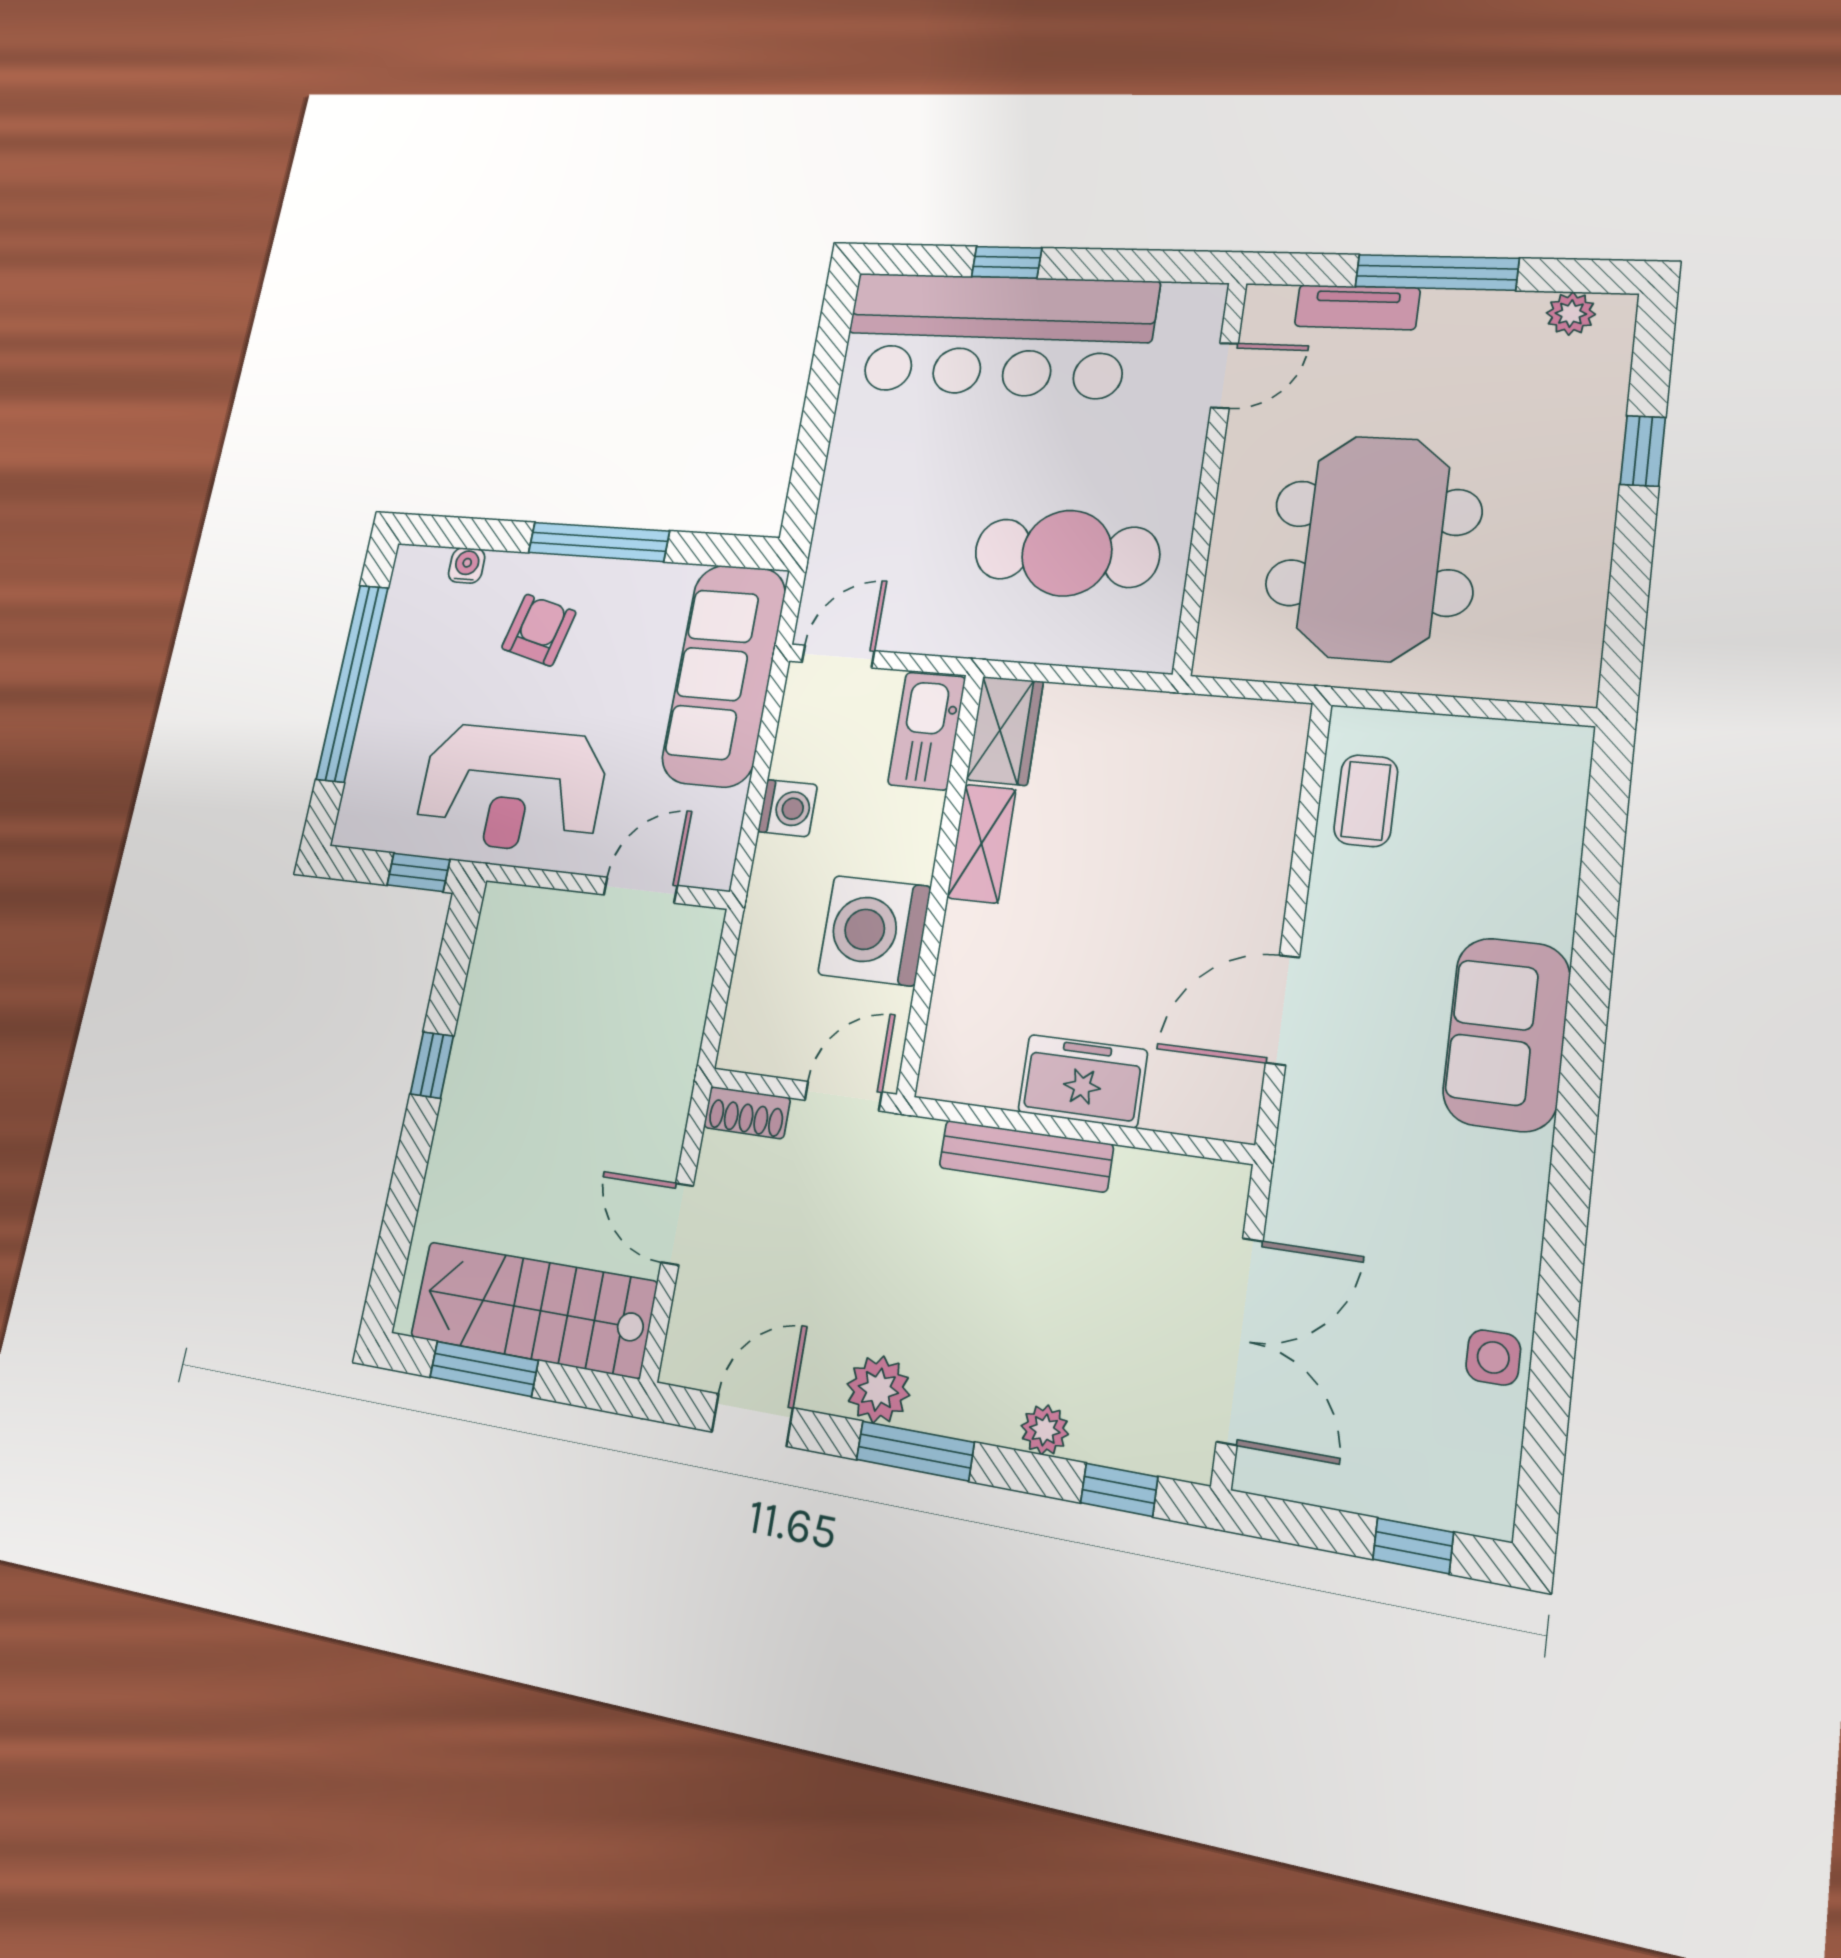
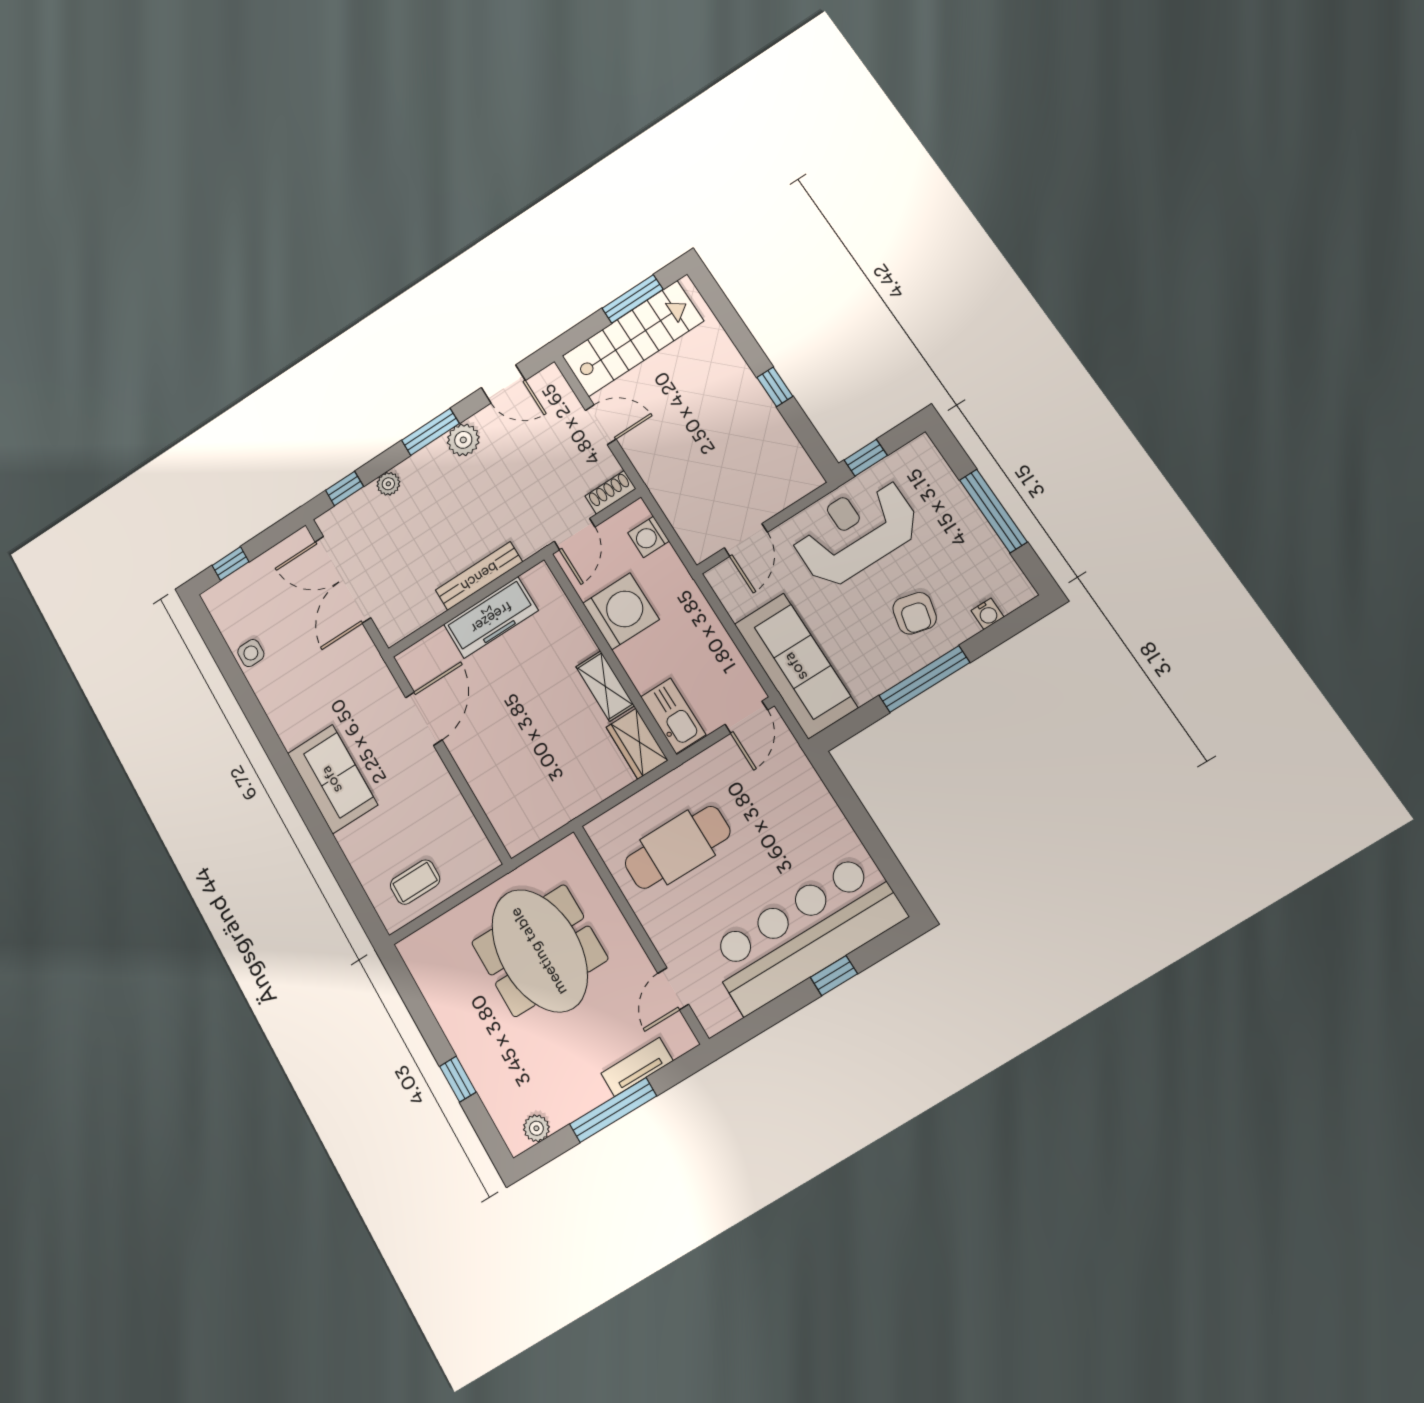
window: (352, 683) -> (993, 511), width x0.68
coffee table: (1366, 801) -> (415, 882), moved, turned 90
washing machine: (788, 808) -> (648, 537), moved
freezer: (1083, 1081) -> (491, 617), width x1.40
door: (752, 1420) -> (503, 384), hinge flipped

